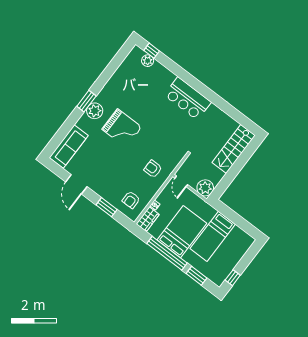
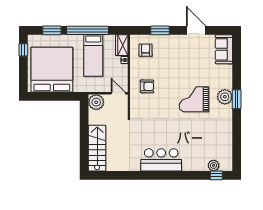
sofa: (69, 146) -> (224, 49), width x0.73
bed: (182, 232) -> (93, 56), width x0.67
bed: (213, 236) -> (52, 70), width x2.04

